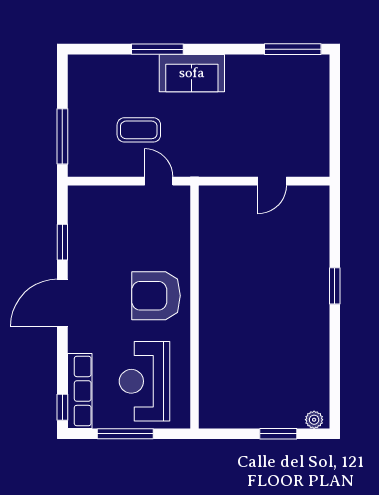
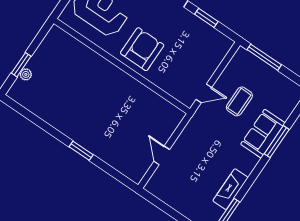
fireplace: (256, 67) -> (230, 189), added
sofa: (192, 73) -> (263, 134), moved
plant: (314, 420) -> (26, 74), moved

